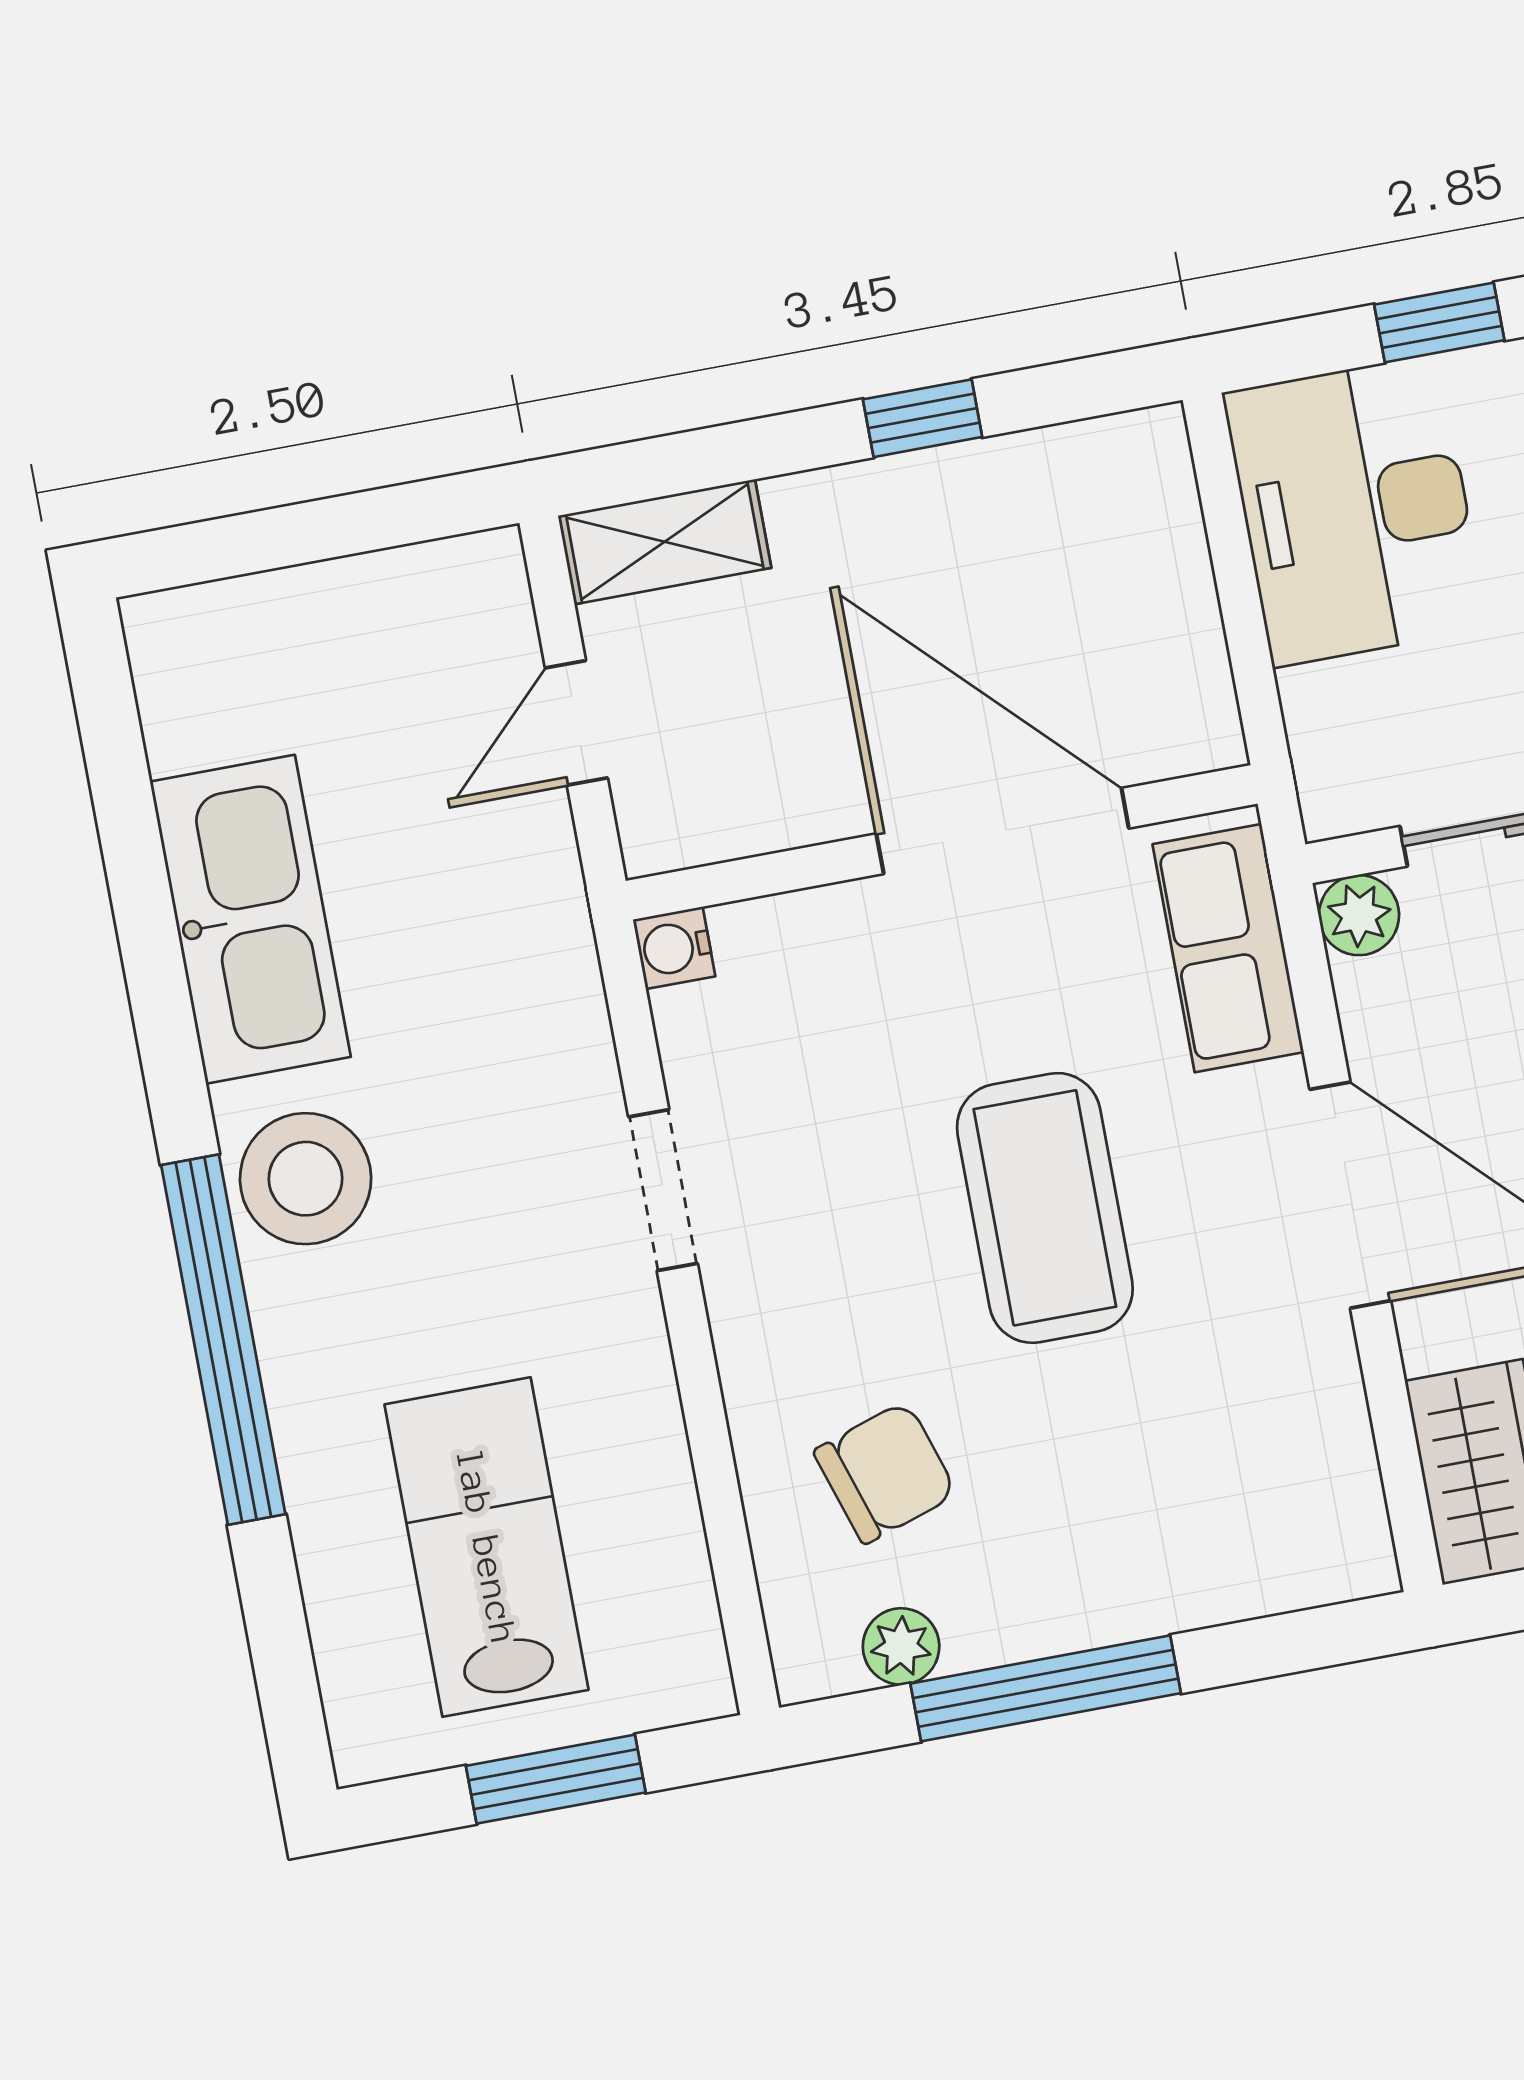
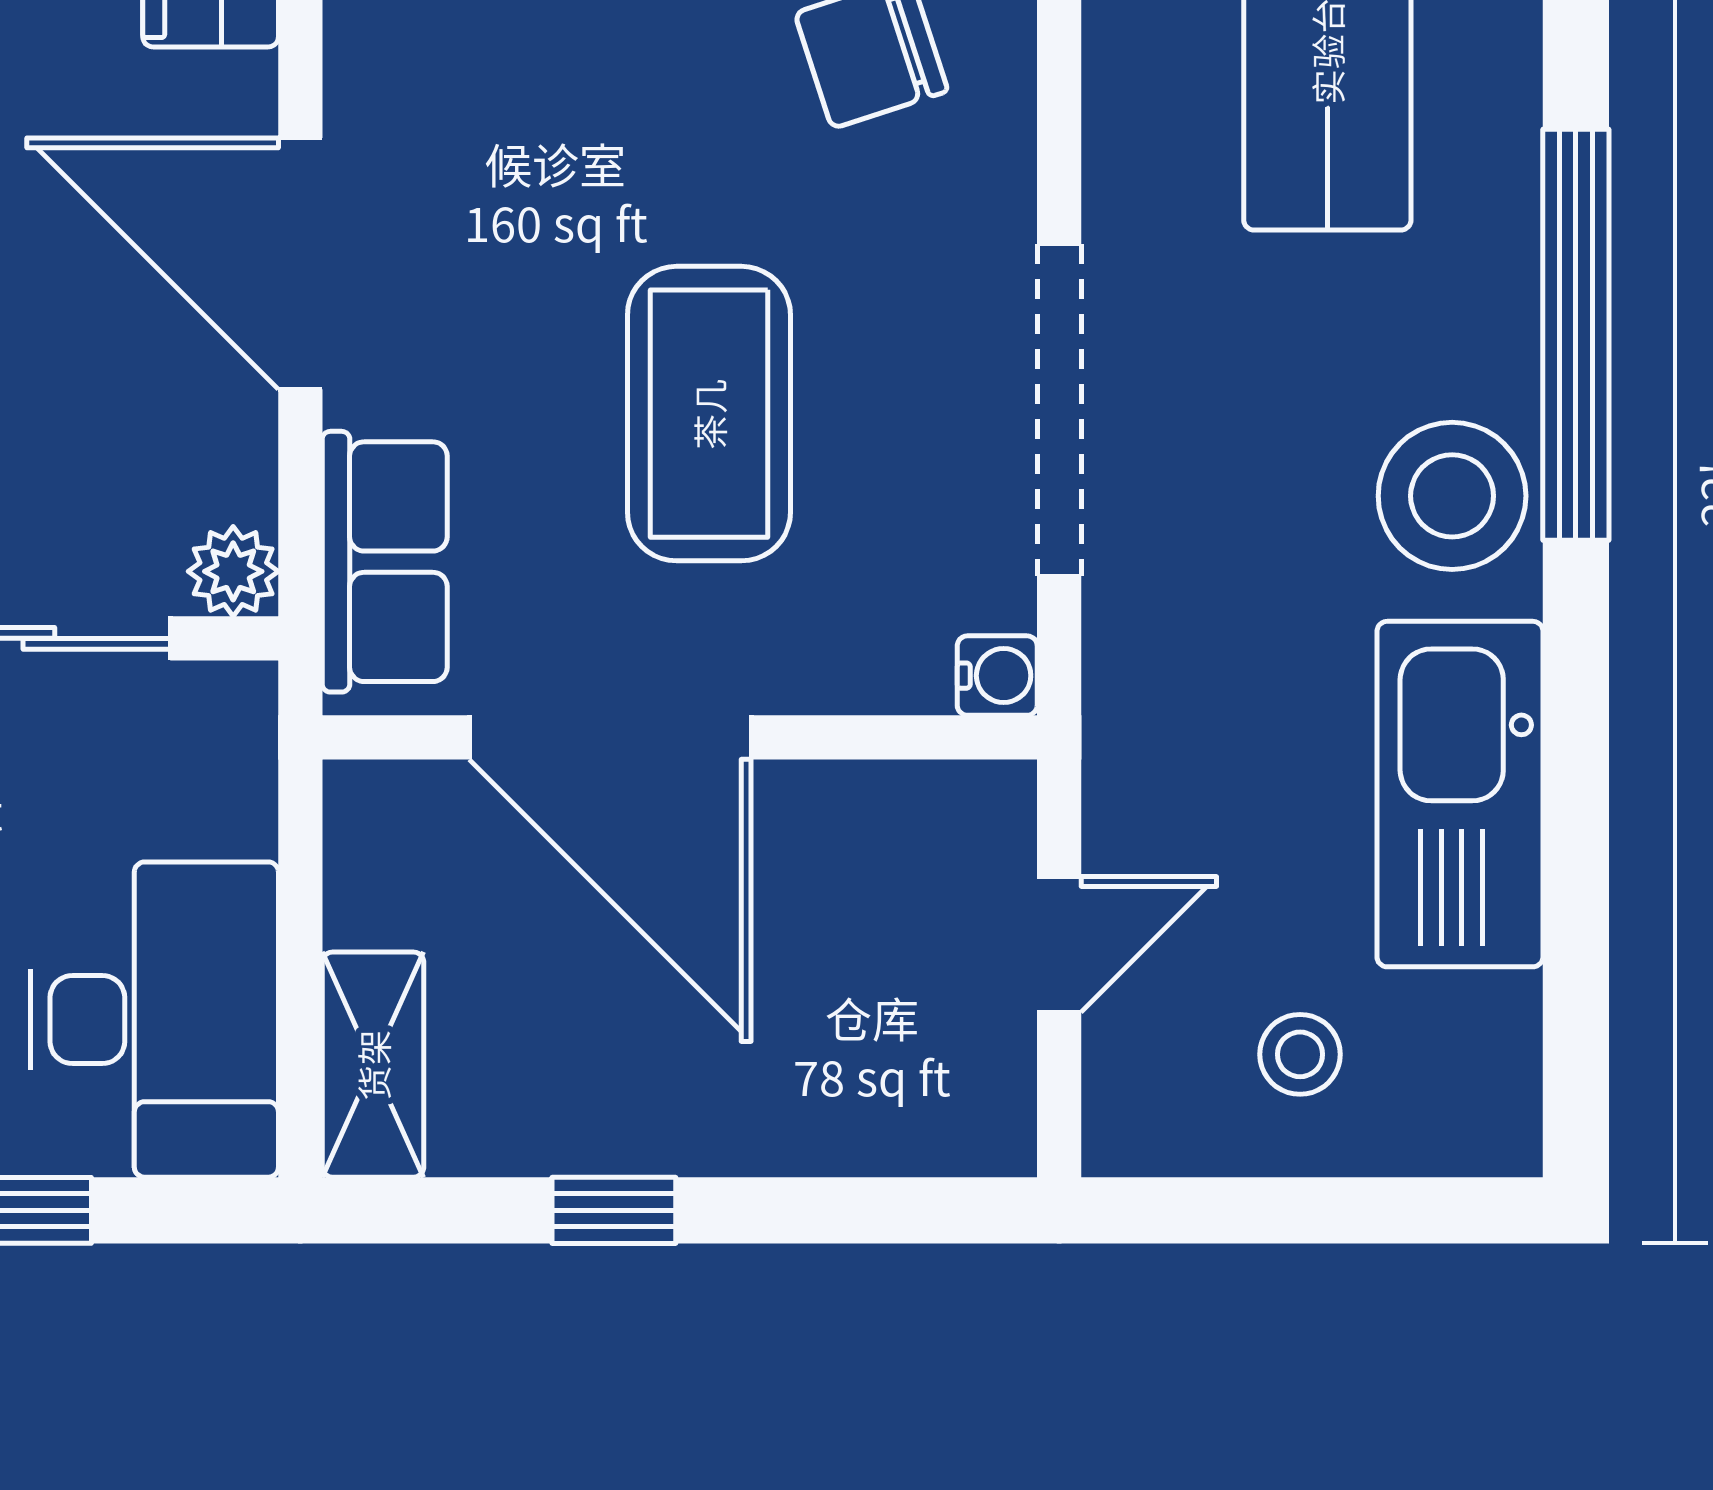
shelving: (665, 542) -> (373, 1065), moved, turned 90
stool: (348, 666) -> (1300, 1054), added
doorway: (663, 1190) -> (1059, 410), width x1.88
coffee table: (1045, 1208) -> (709, 414), moved

